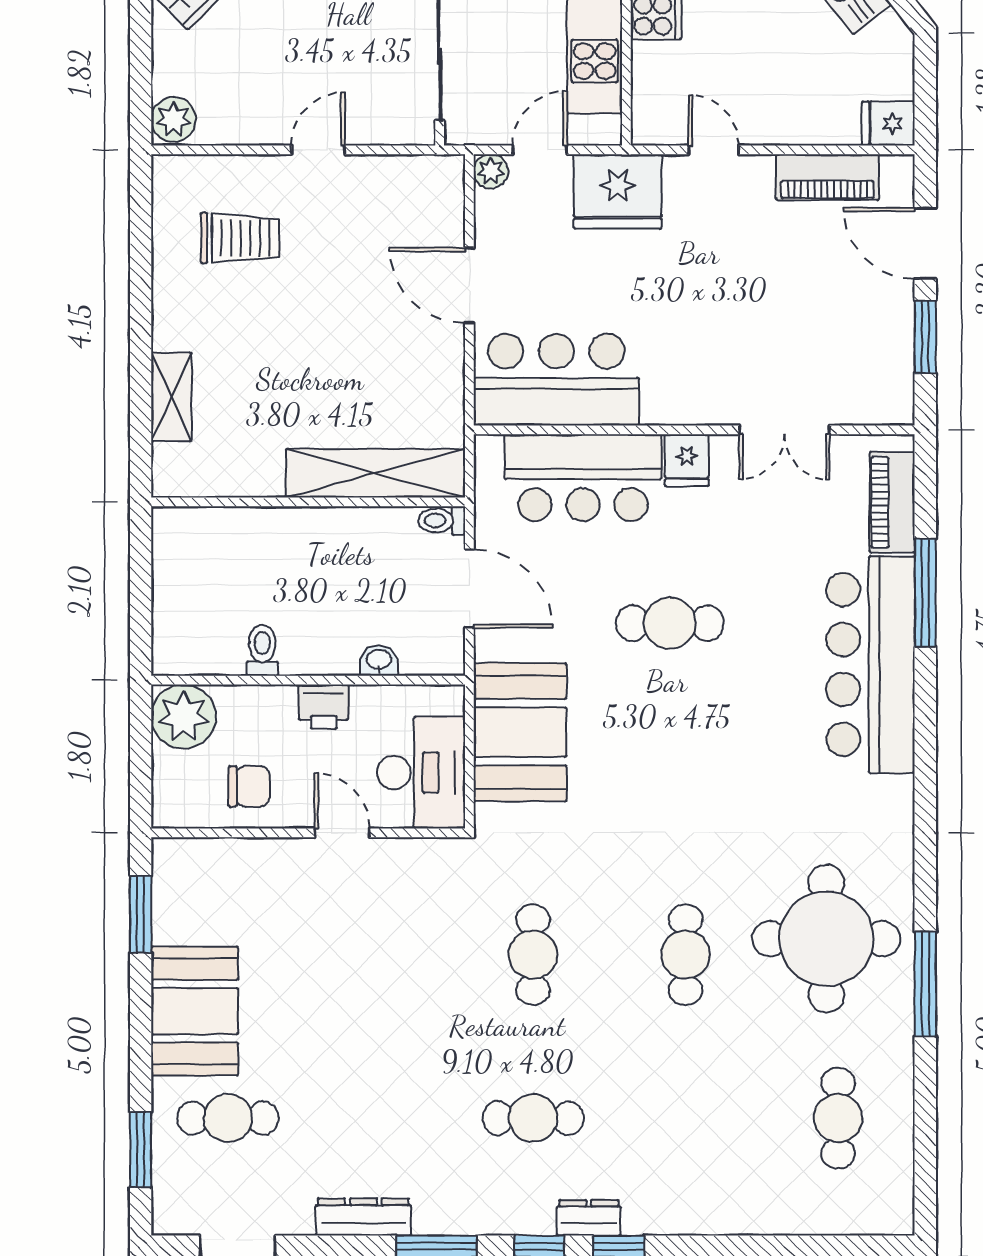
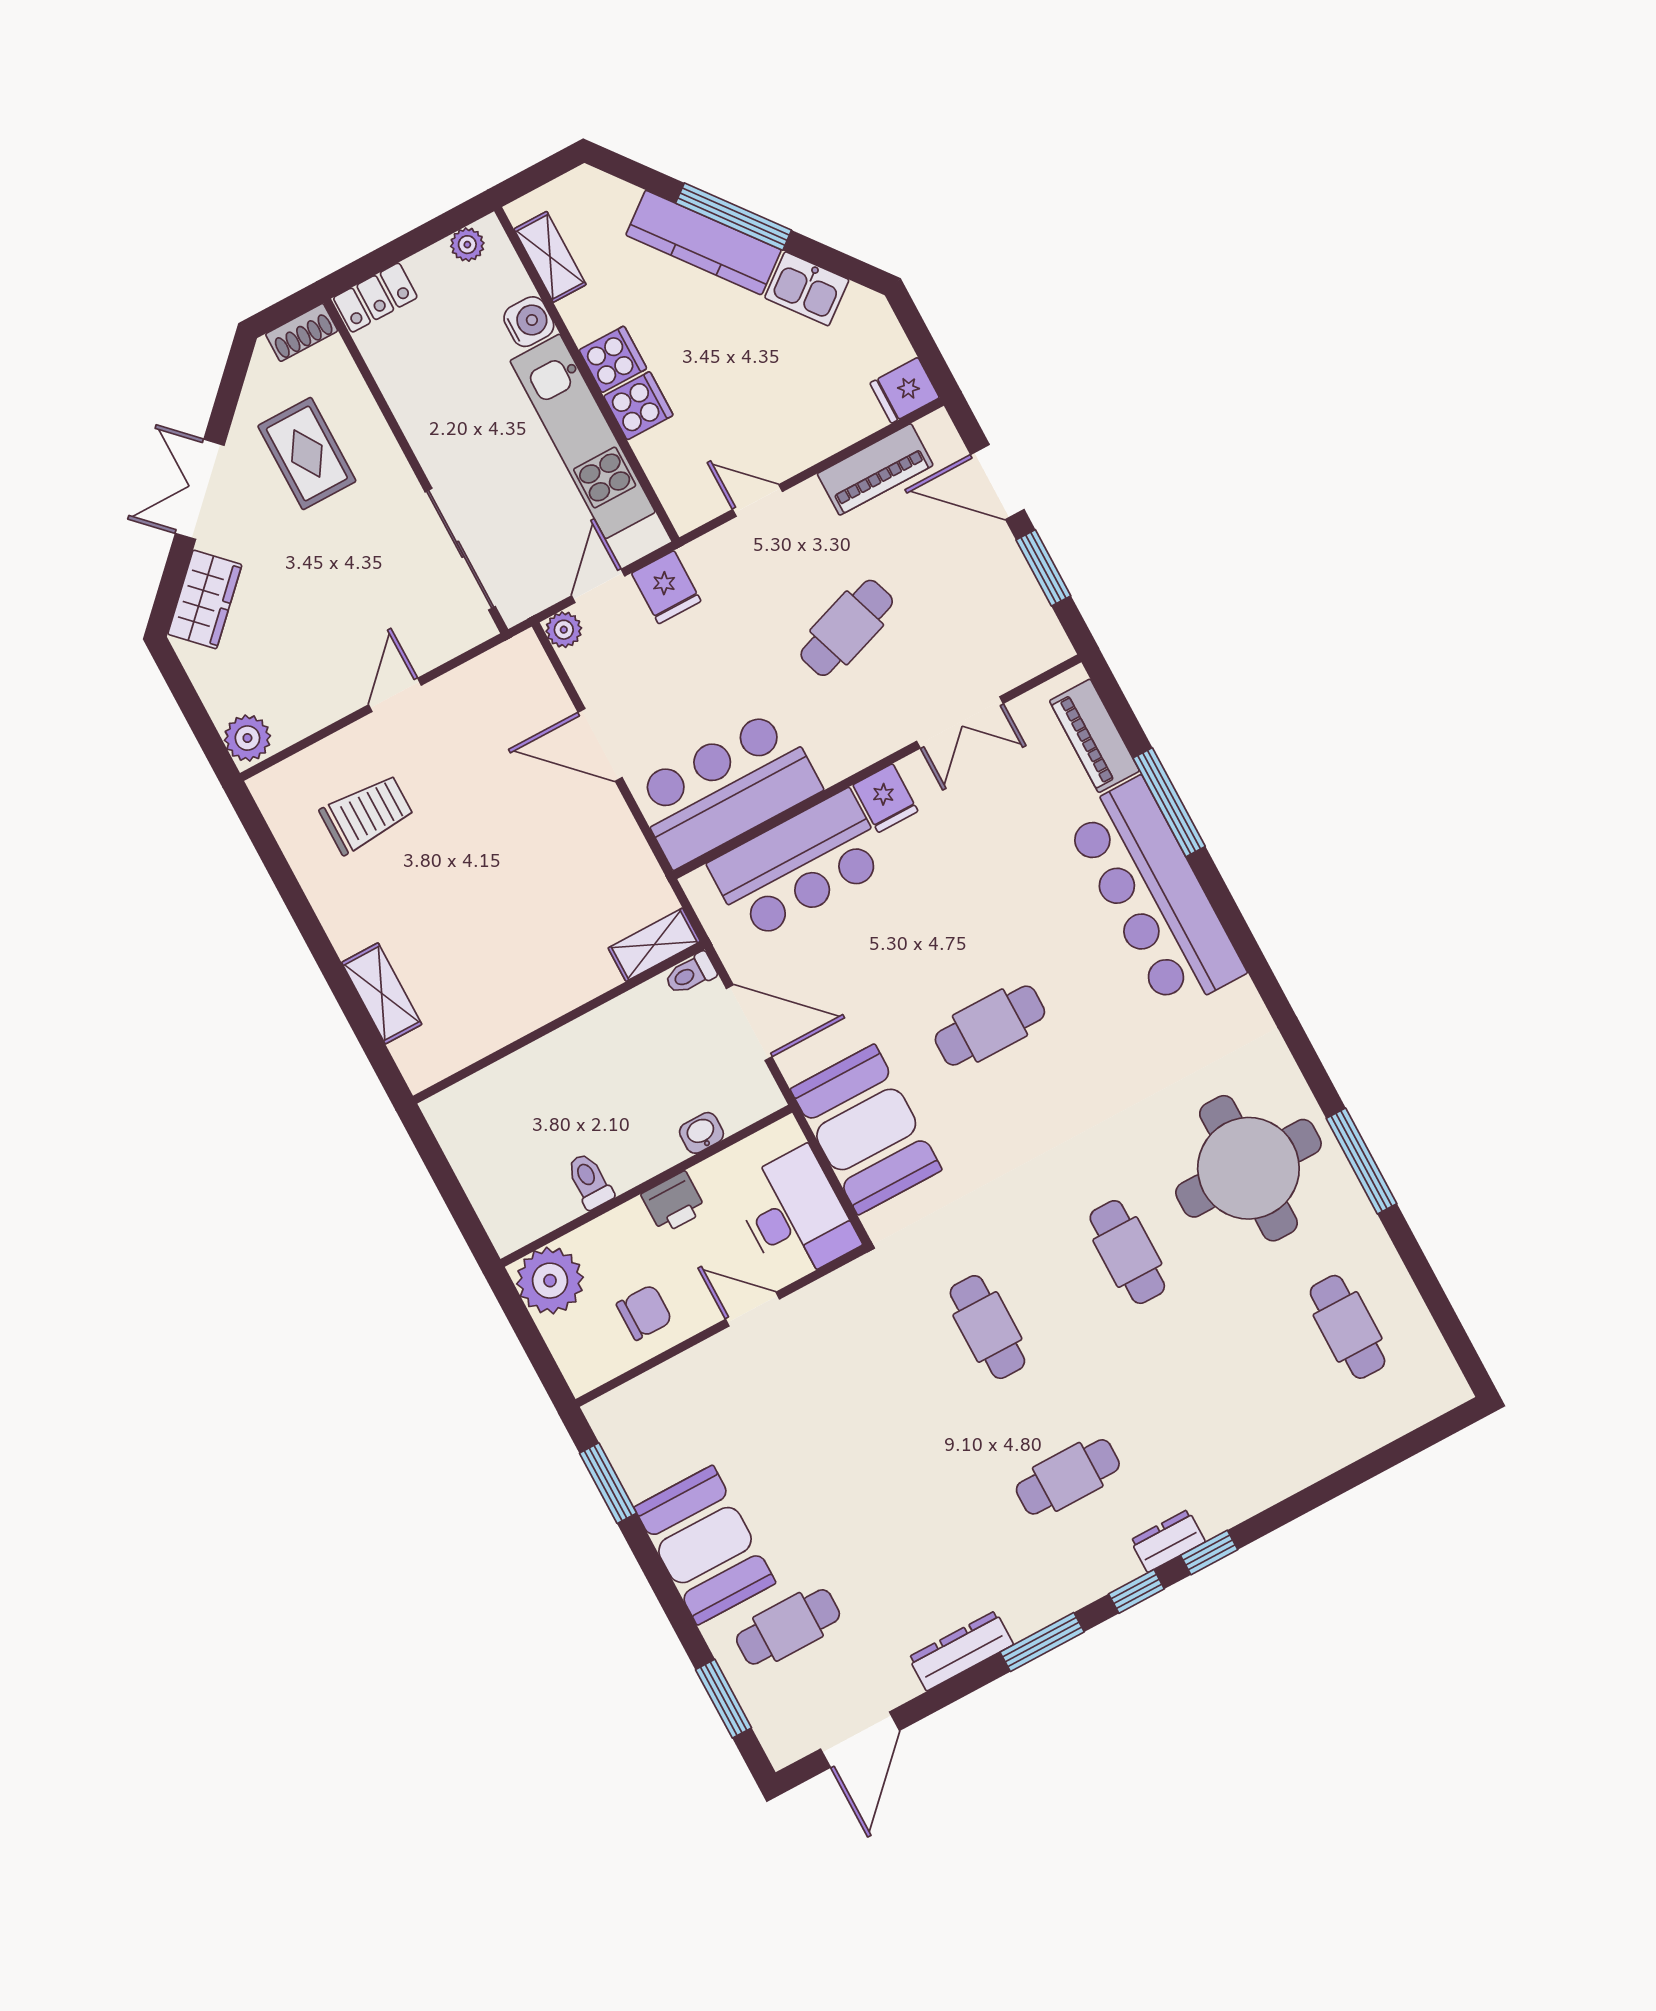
fridge: (618, 191) -> (666, 587), width x0.53, depth x0.75
cafe table: (731, 298) -> (847, 628), added
shelving: (376, 473) -> (654, 945), width x0.45, depth x0.75
cafe table: (670, 623) -> (990, 1026), moved

